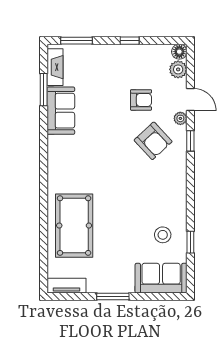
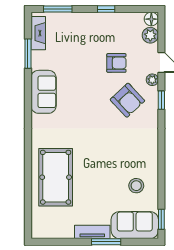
sofa: (61, 111) -> (44, 92), moved
window: (190, 242) -> (161, 219), moved
tv unit: (67, 286) -> (92, 232), moved
window: (113, 297) -> (106, 242), moved

